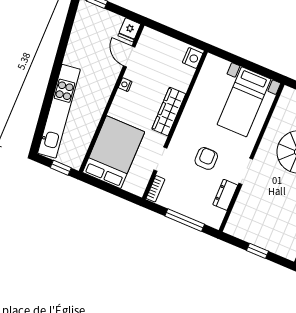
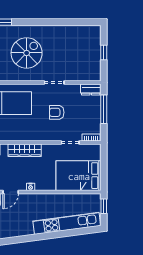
wardrobe: (169, 112) -> (25, 150), moved
dresser: (225, 195) -> (91, 90), moved

